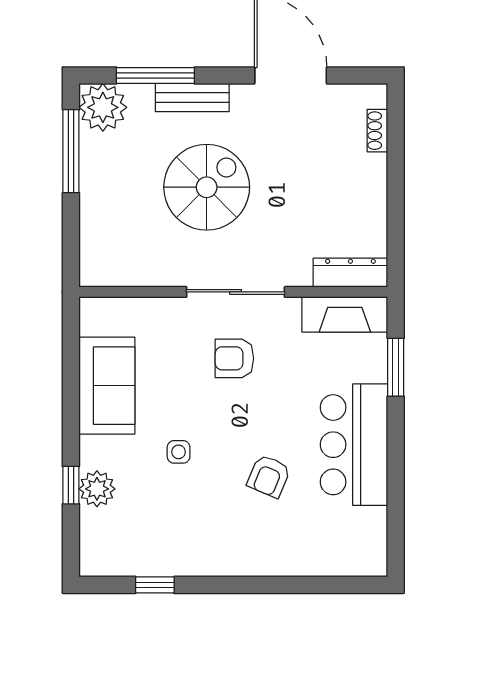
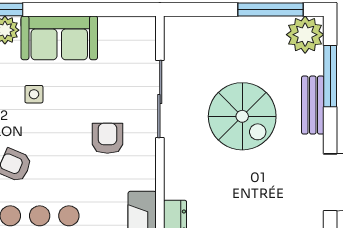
sliding door: (236, 292) -> (160, 99), moved
sofa: (107, 386) -> (59, 38), moved

